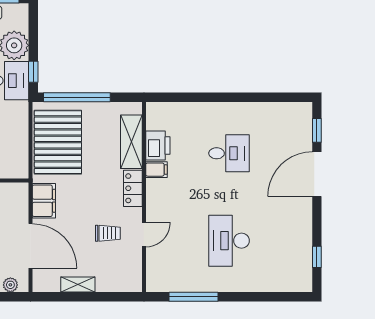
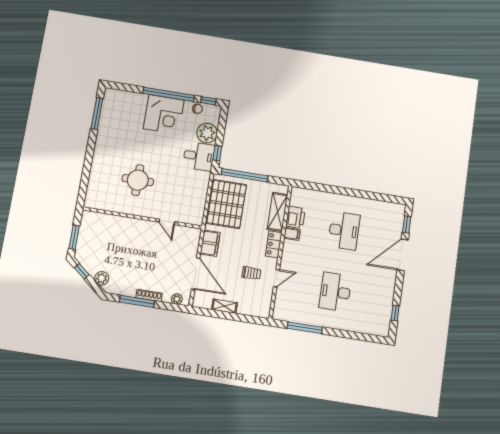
desk: (229, 153) -> (344, 231), width x1.37

